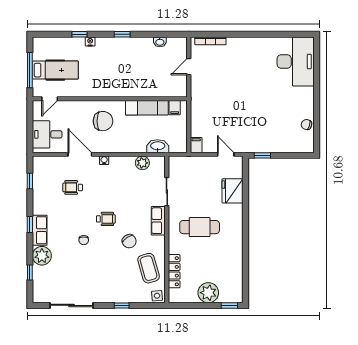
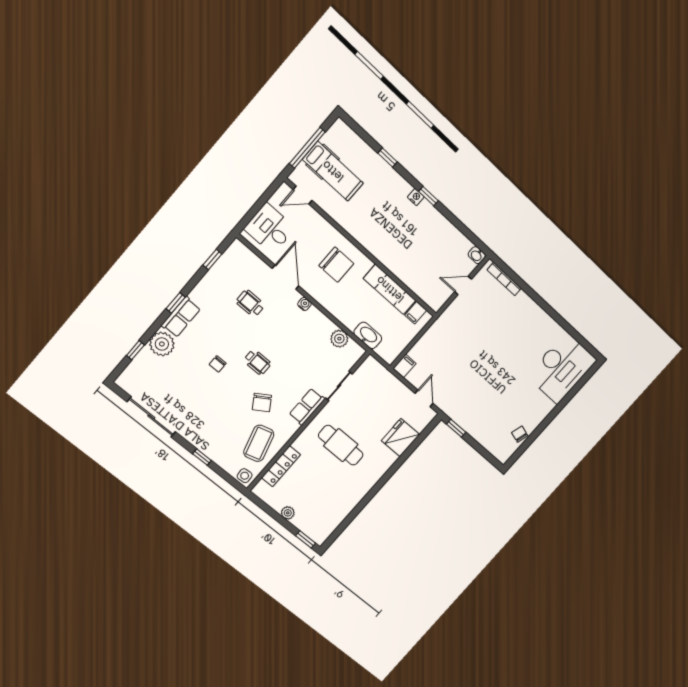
nightstand: (90, 41) -> (416, 197), moved
washbasin: (160, 42) -> (477, 255), moved
plant: (208, 293) -> (288, 513), width x0.53, depth x0.53

